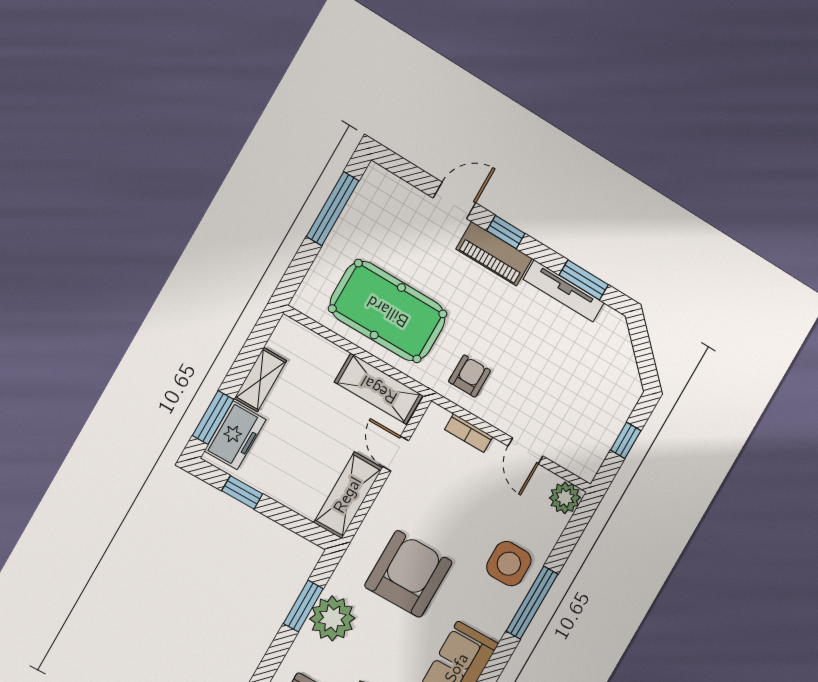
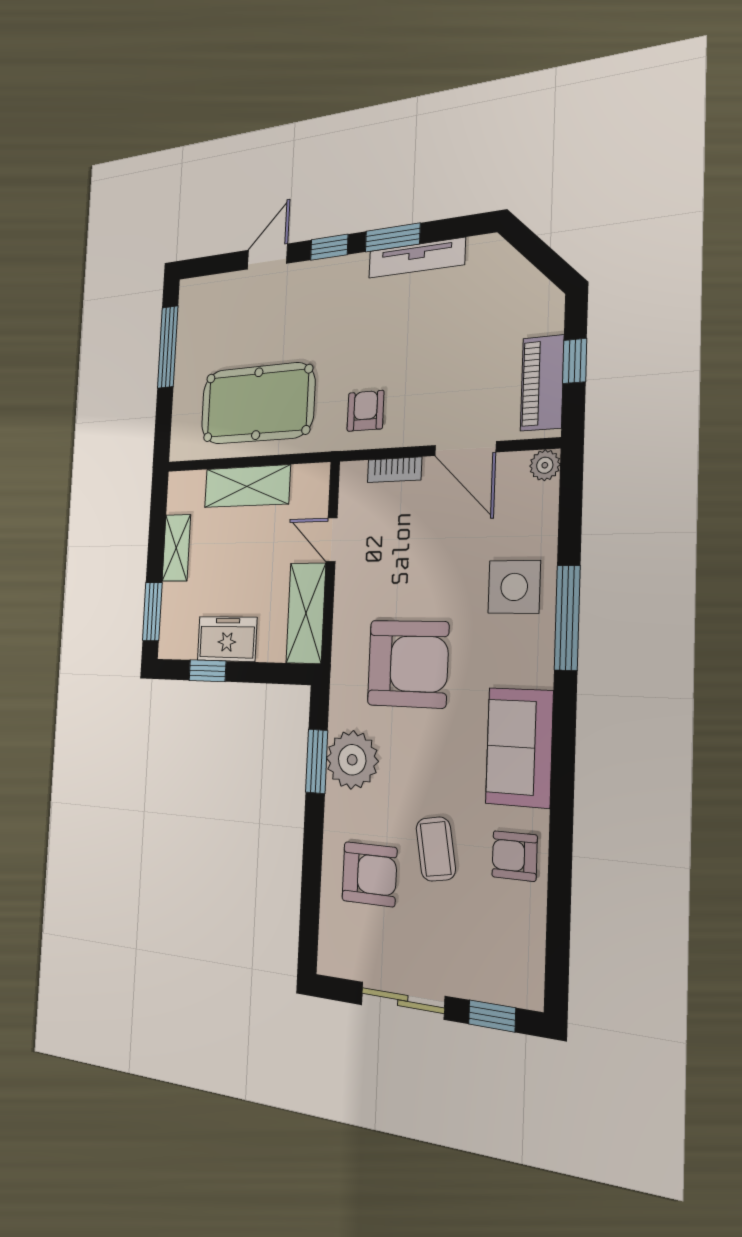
piano: (494, 254) -> (542, 383), moved, turned 90
window: (584, 280) -> (393, 237), moved
shelving: (379, 389) -> (247, 486), moved
freezer: (235, 435) -> (227, 639), moved, turned -90
door: (526, 451) -> (465, 449), width x1.38
plant: (565, 498) -> (545, 465), width x0.73, depth x0.73
armchair: (408, 574) -> (408, 664), turned 90

